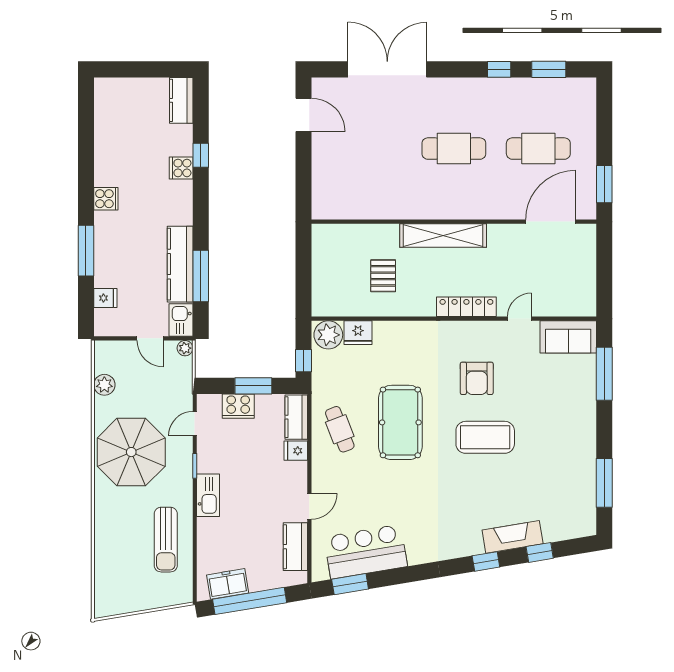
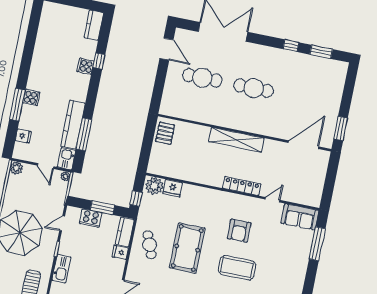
cafe table: (538, 149) -> (202, 78), moved
cooker: (106, 199) -> (31, 97), moved
pallet: (383, 276) -> (165, 133), moved
plant: (104, 385) -> (16, 168), moved

